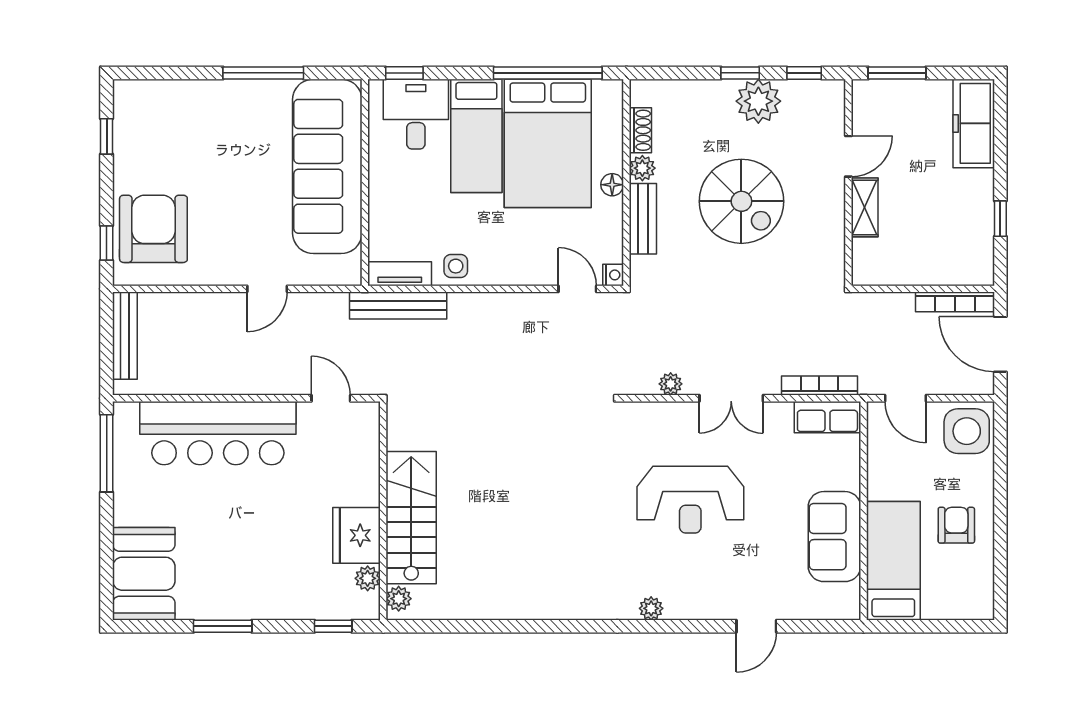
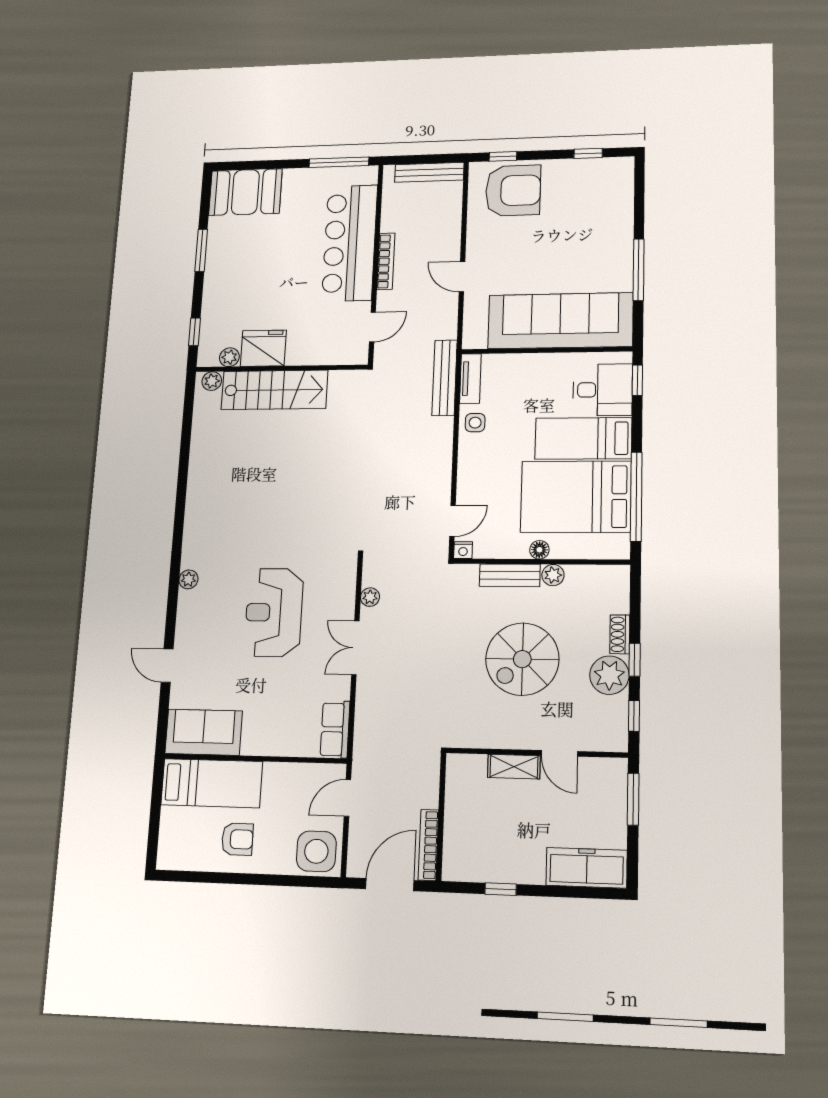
shoe rack: (640, 130) -> (620, 634), moved, turned 90
bookcase: (819, 386) -> (386, 261), moved
sofa: (834, 537) -> (204, 732), moved

